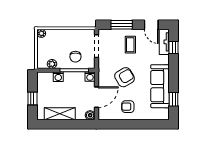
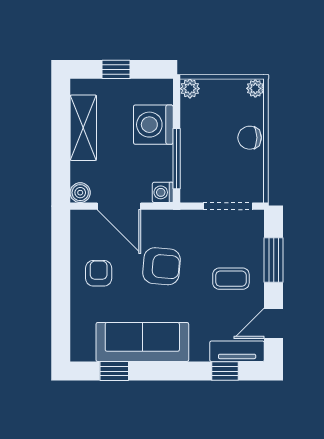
chair: (75, 57) -> (250, 138), moved
plant: (52, 64) -> (190, 89), moved
washing machine: (58, 77) -> (153, 125), width x1.89, depth x1.89
armchair: (125, 77) -> (161, 266), turned -55

